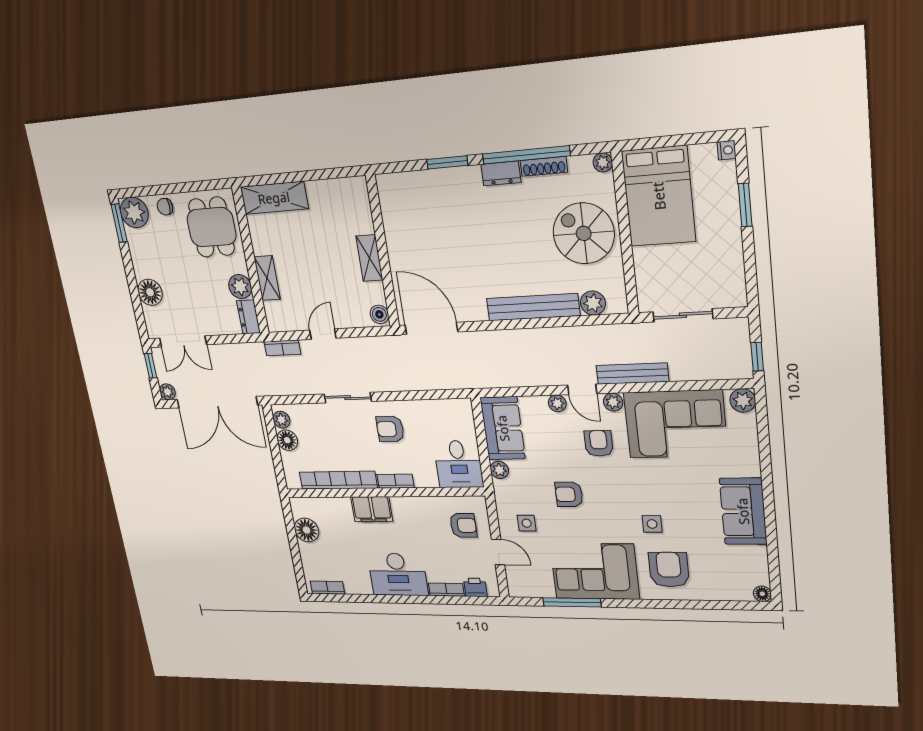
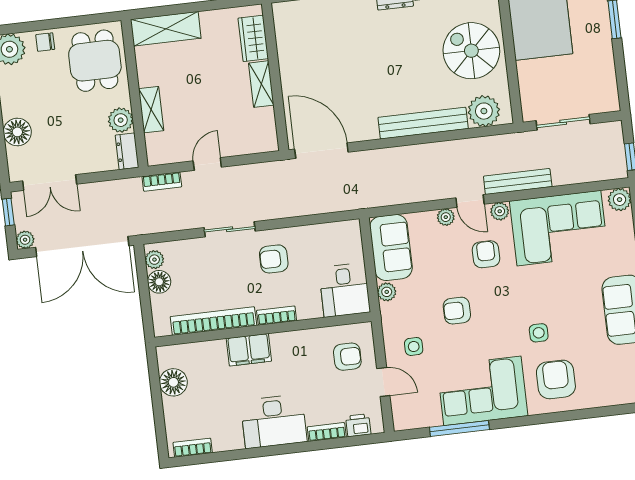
wardrobe: (359, 211) -> (253, 38), added
plant: (593, 303) -> (484, 111), width x1.36, depth x1.36
boiler: (379, 314) -> (269, 140), removed

